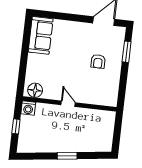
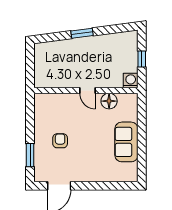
sofa: (41, 35) -> (126, 142), moved
floor lamp: (35, 90) -> (109, 101), moved

